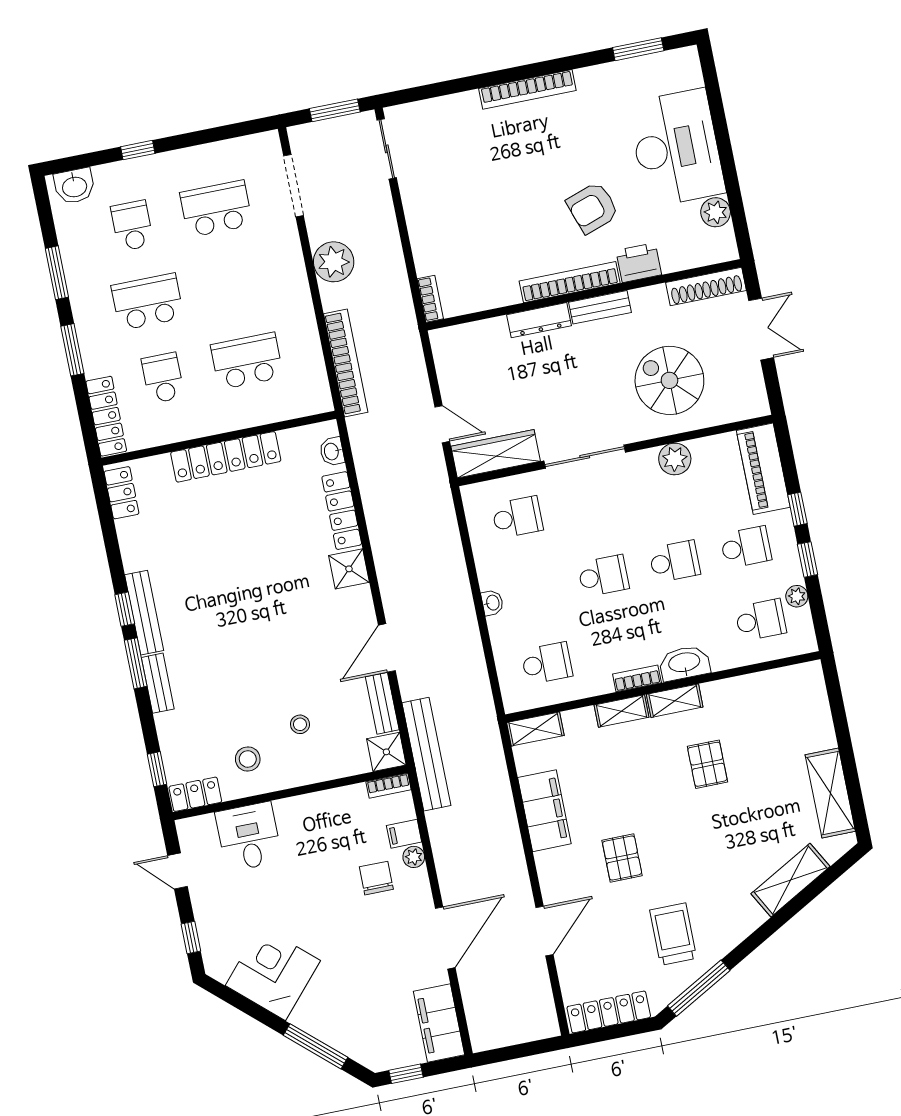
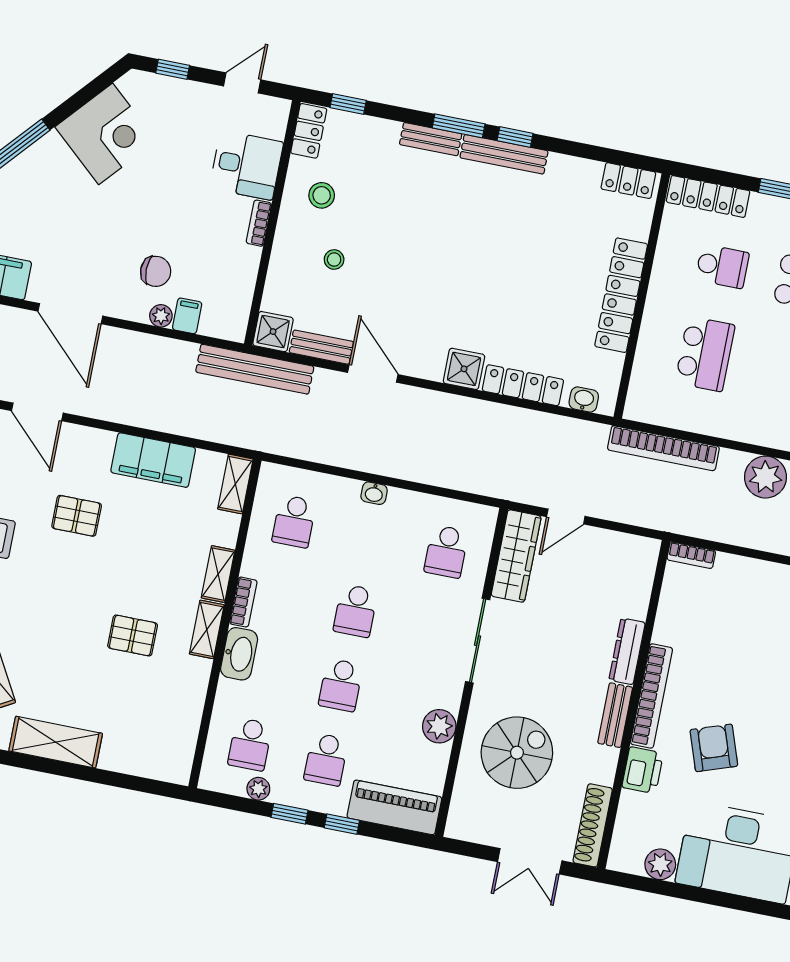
bookcase: (389, 786) -> (259, 223), moved

